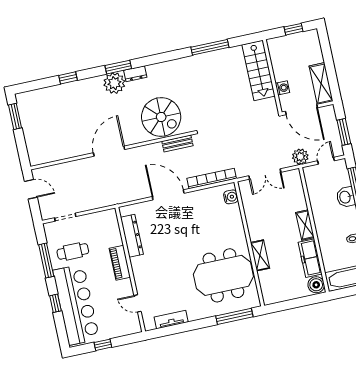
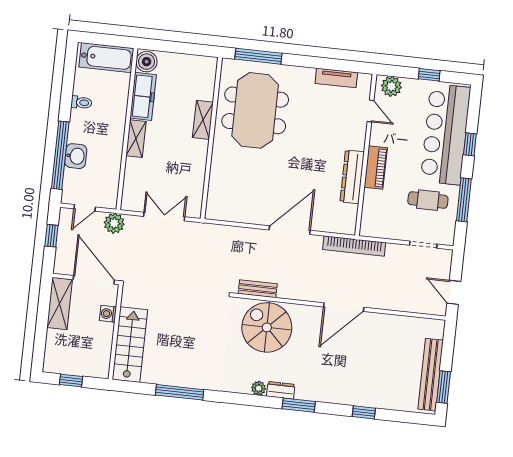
plant: (114, 83) -> (259, 388), moved, width x0.53, depth x0.53
bench: (28, 122) -> (431, 375), added
window: (344, 132) -> (51, 236), width x0.67
bookcase: (212, 178) -> (354, 246), moved
door: (168, 195) -> (290, 230), swing flipped
water cooler: (231, 197) -> (215, 202), removed
dresser: (132, 236) -> (352, 177), moved
meeting table: (223, 275) -> (255, 110), turned 90
plant: (128, 327) -> (391, 86), added

